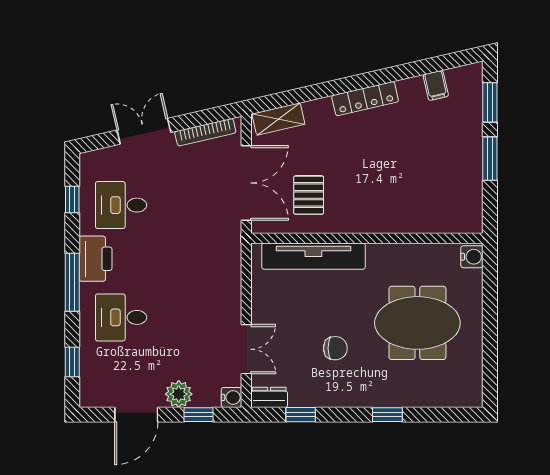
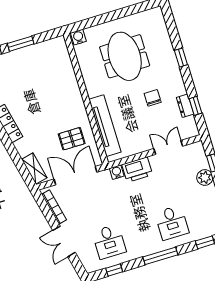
printer: (96, 259) -> (137, 170), moved, turned 180
water cooler: (231, 397) -> (117, 172), moved
dresser: (269, 397) -> (185, 106), moved

